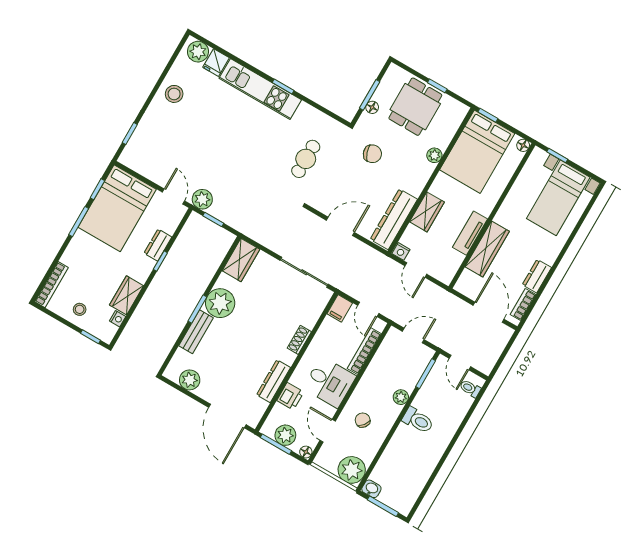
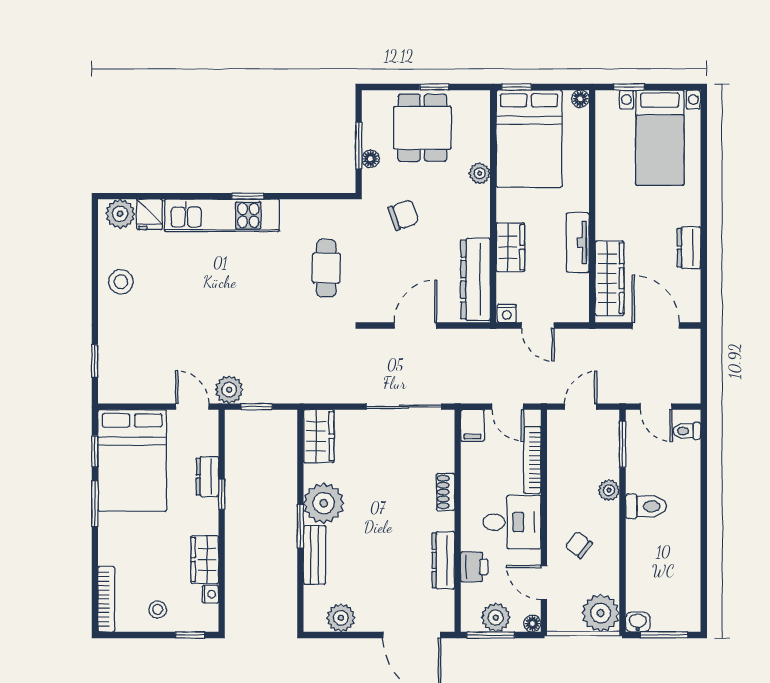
wardrobe: (487, 249) -> (610, 278), moved
bookcase: (523, 305) -> (692, 292), removed

